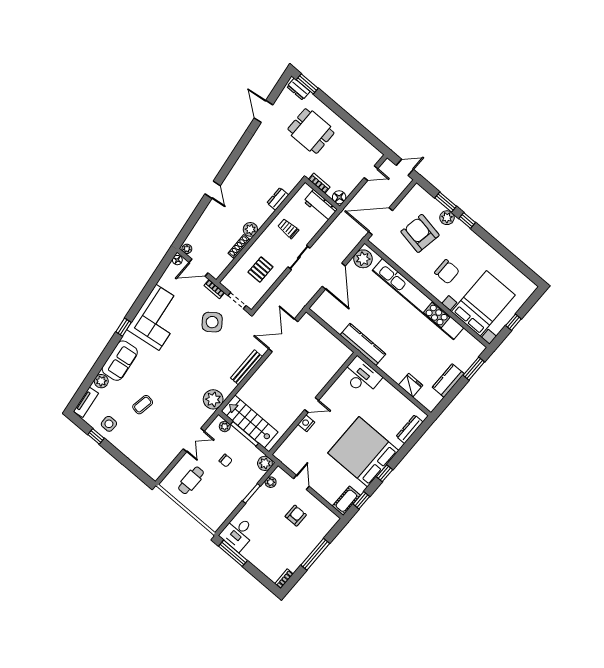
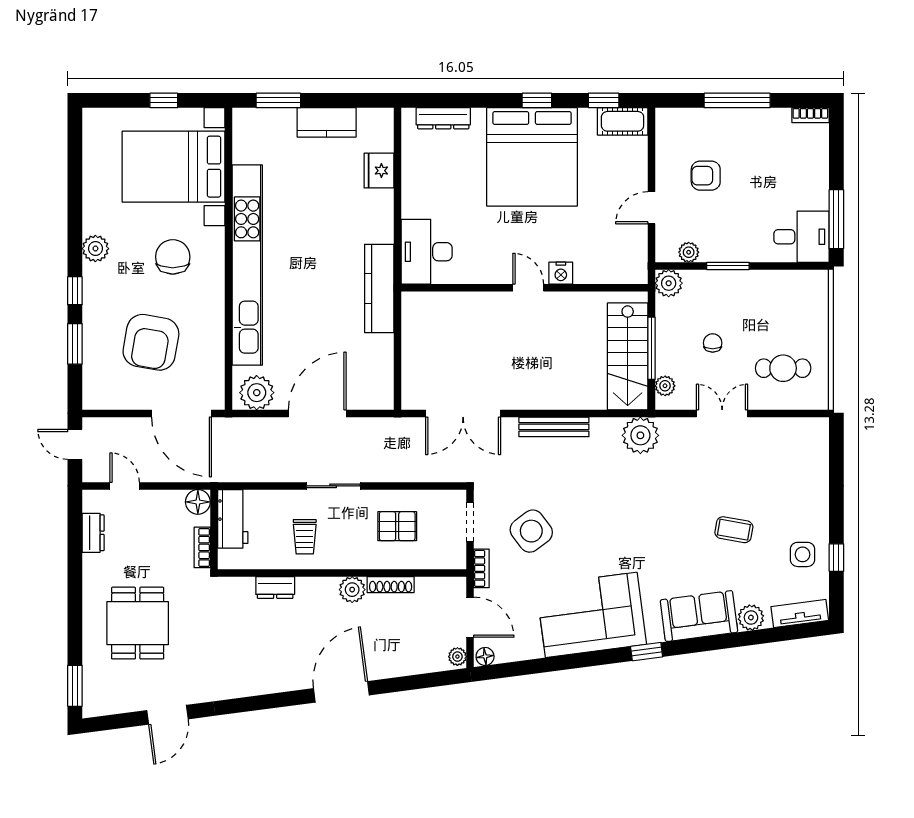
dresser: (298, 89) -> (93, 533), moved
door: (213, 190) -> (341, 692), width x1.88
plant: (447, 218) -> (95, 249), moved

